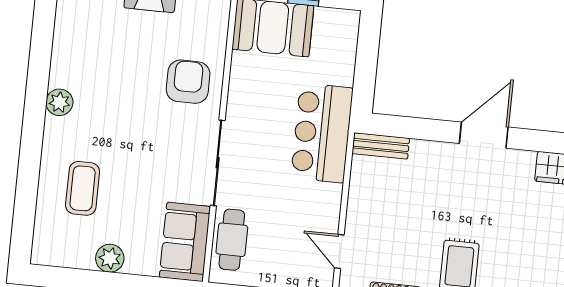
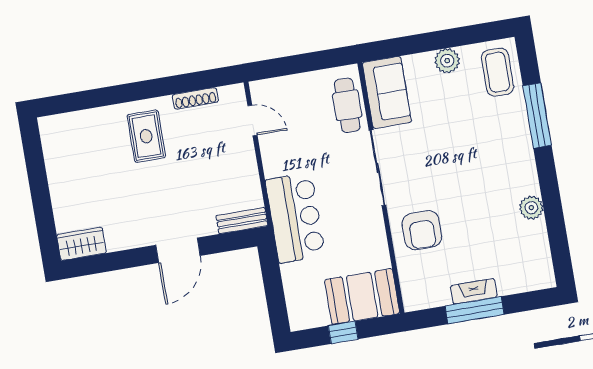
plant: (59, 102) -> (531, 208), moved
door: (484, 135) -> (178, 250), moved
window: (28, 172) -> (537, 116), added
coffee table: (83, 188) -> (498, 72), moved

